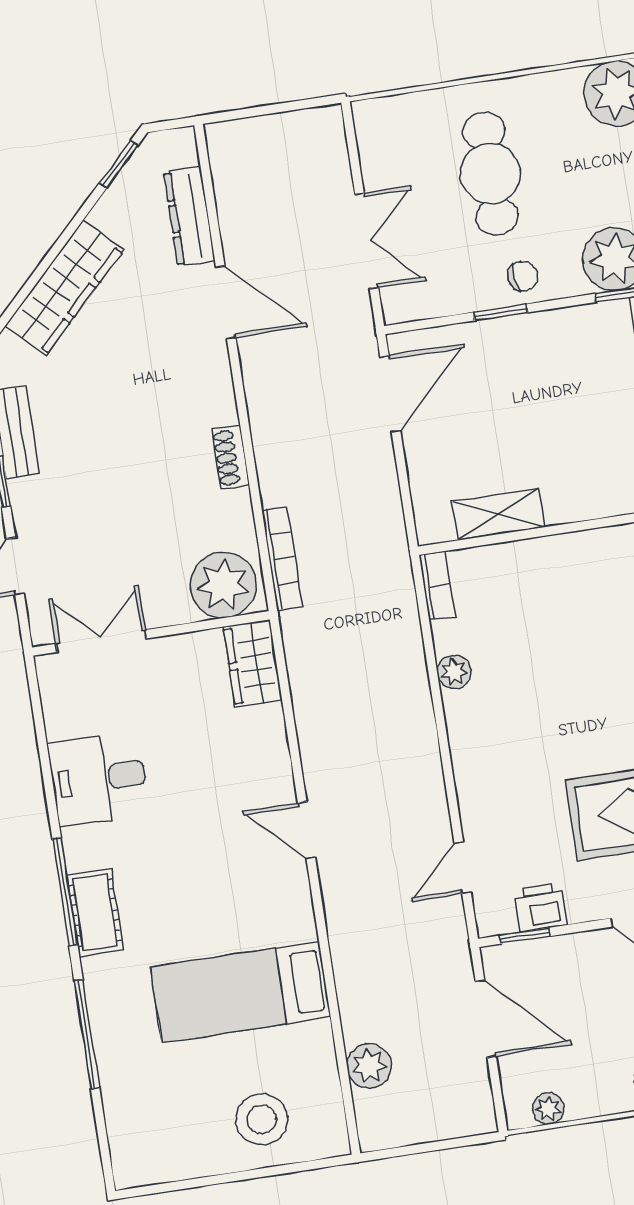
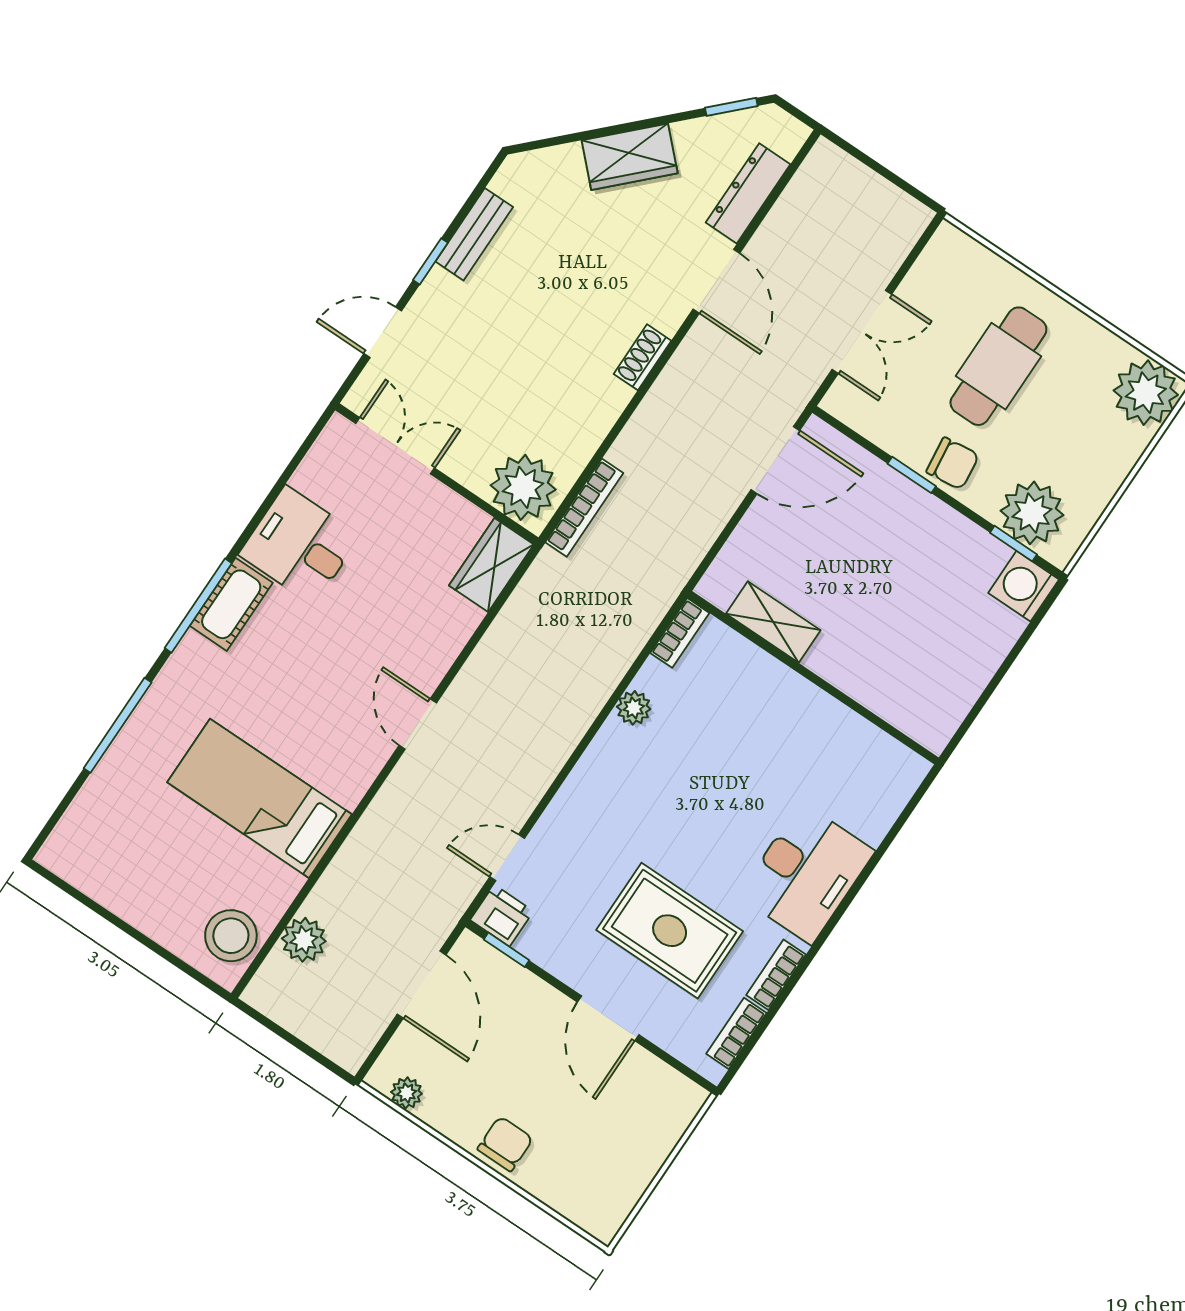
chair: (523, 276) -> (953, 463), width x1.37, depth x1.37
wardrobe: (65, 288) -> (630, 157), width x0.67
shoe rack: (230, 457) -> (642, 357), moved
printer: (540, 907) -> (502, 916), moved
cot: (95, 913) -> (231, 604), moved
stool: (262, 1119) -> (231, 936), moved

